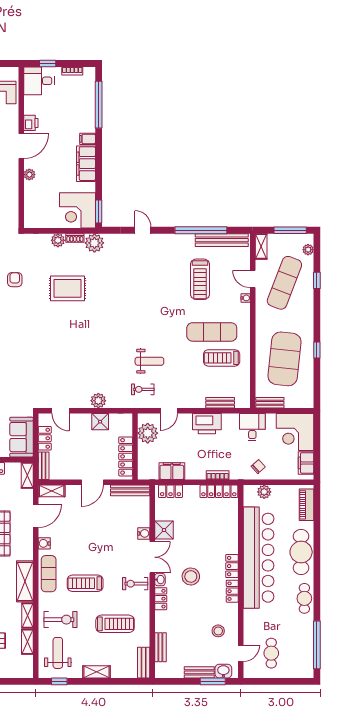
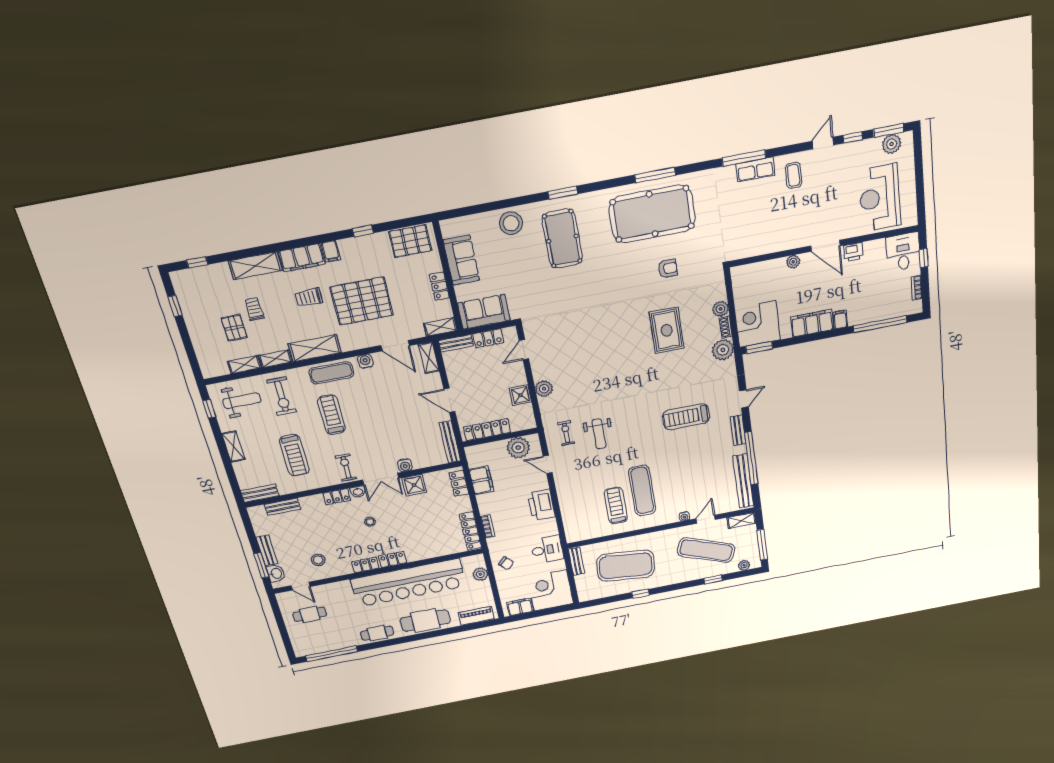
treadmill: (200, 279) -> (686, 417), moved
bench: (220, 403) -> (738, 430), moved
stool: (191, 576) -> (370, 522), width x0.53, depth x0.53

